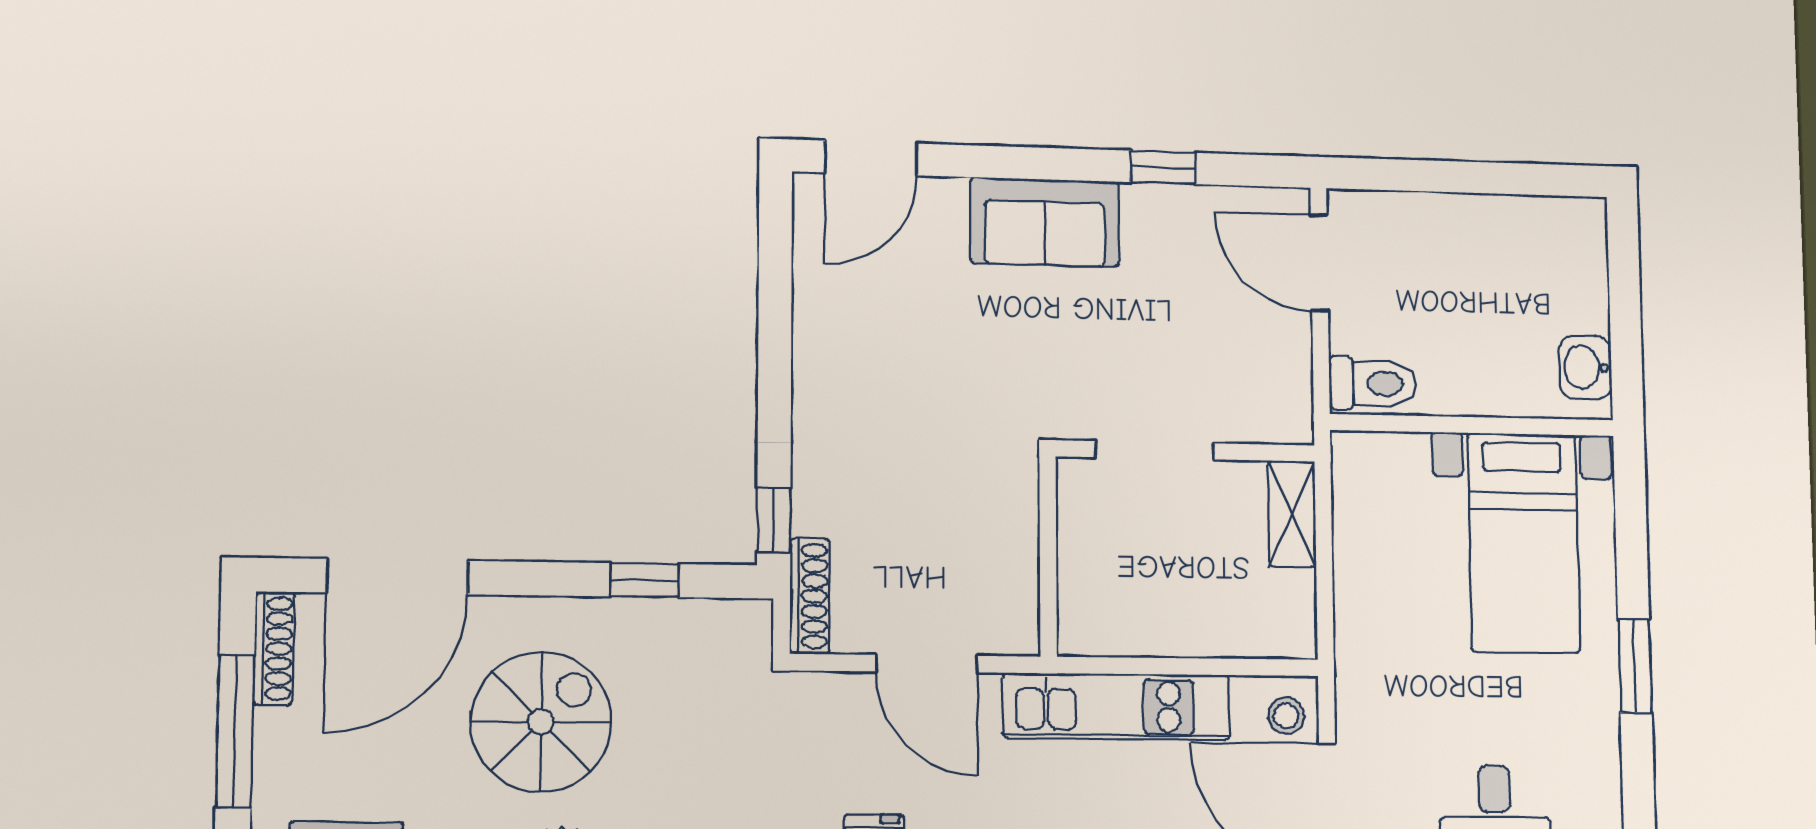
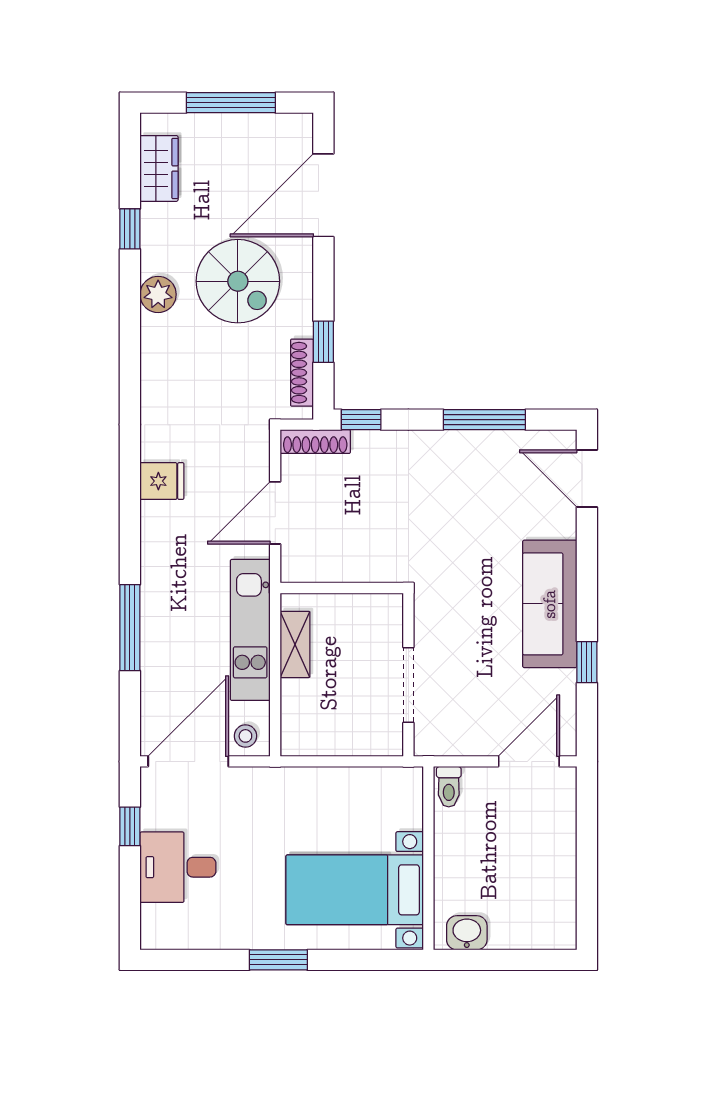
sofa: (1045, 222) -> (550, 604), width x1.36
window: (775, 319) -> (484, 420), added
toilet: (1373, 383) -> (449, 787), width x0.73, depth x0.72
doorway: (1155, 450) -> (408, 685), moved
shelving: (1292, 514) -> (295, 644), moved, turned 90
door: (398, 577) -> (323, 195), hinge flipped
shoe rack: (274, 648) -> (302, 373), moved, turned 90

